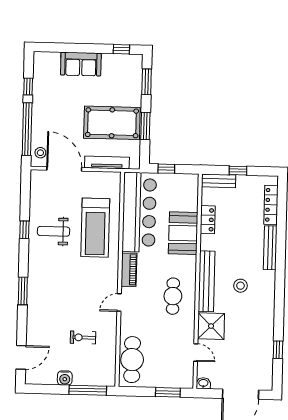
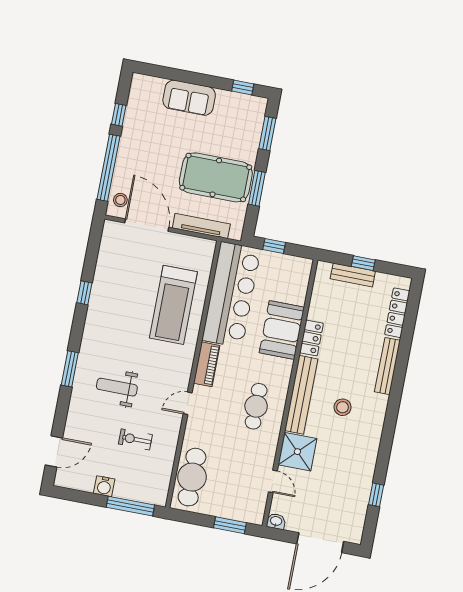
bench: (219, 181) -> (353, 275), moved
locker: (208, 220) -> (311, 338), moved
weight bench: (54, 231) -> (117, 387), moved

